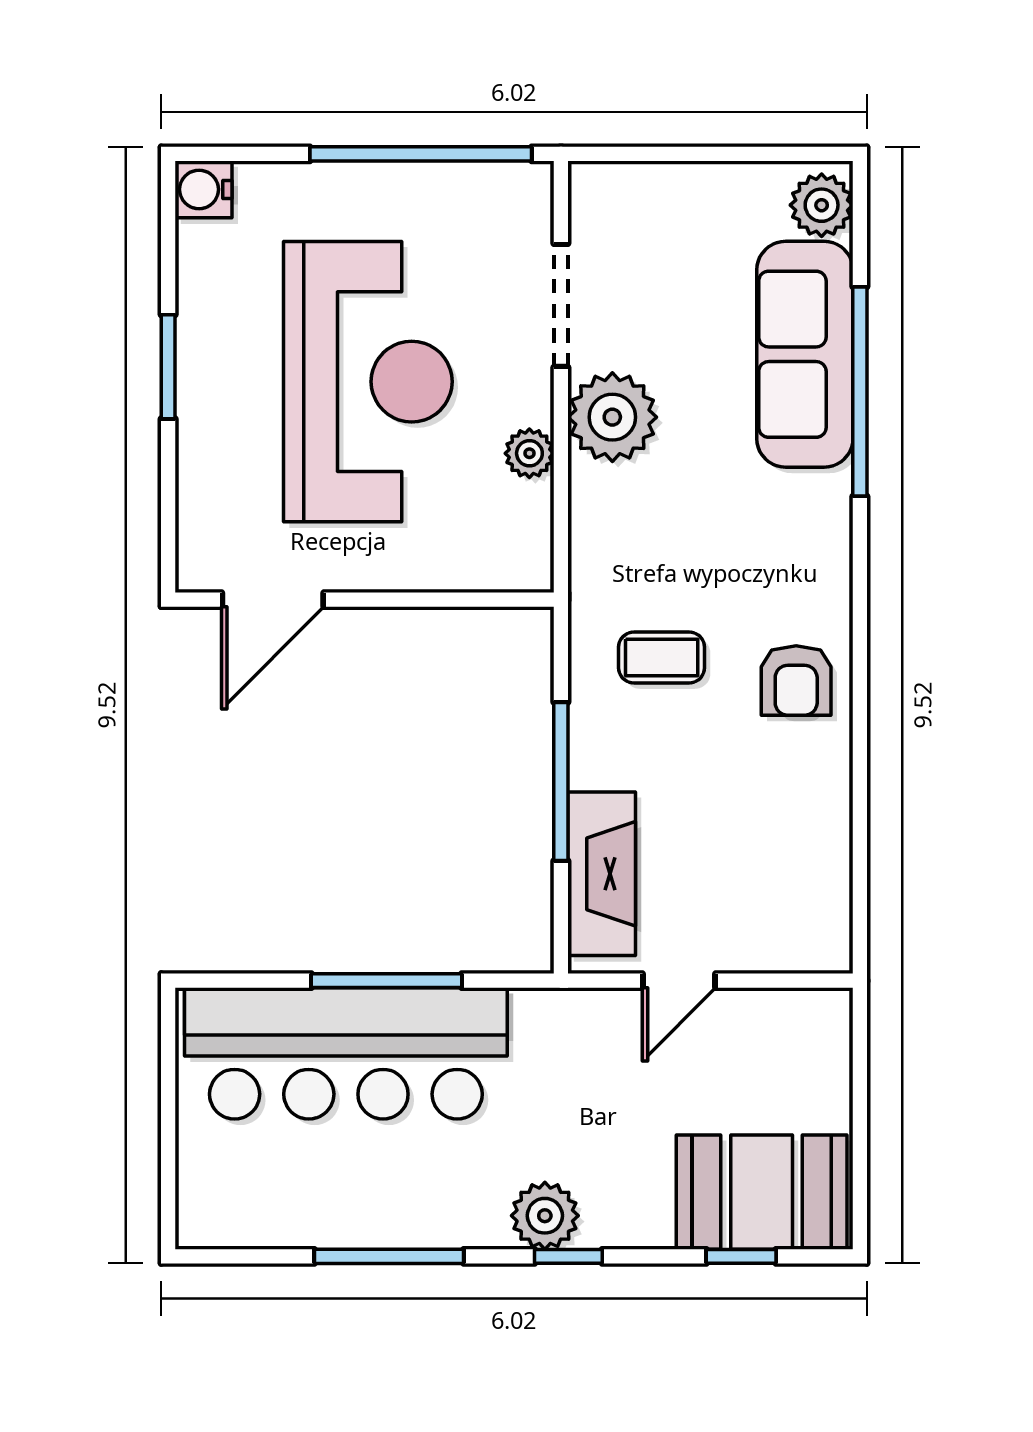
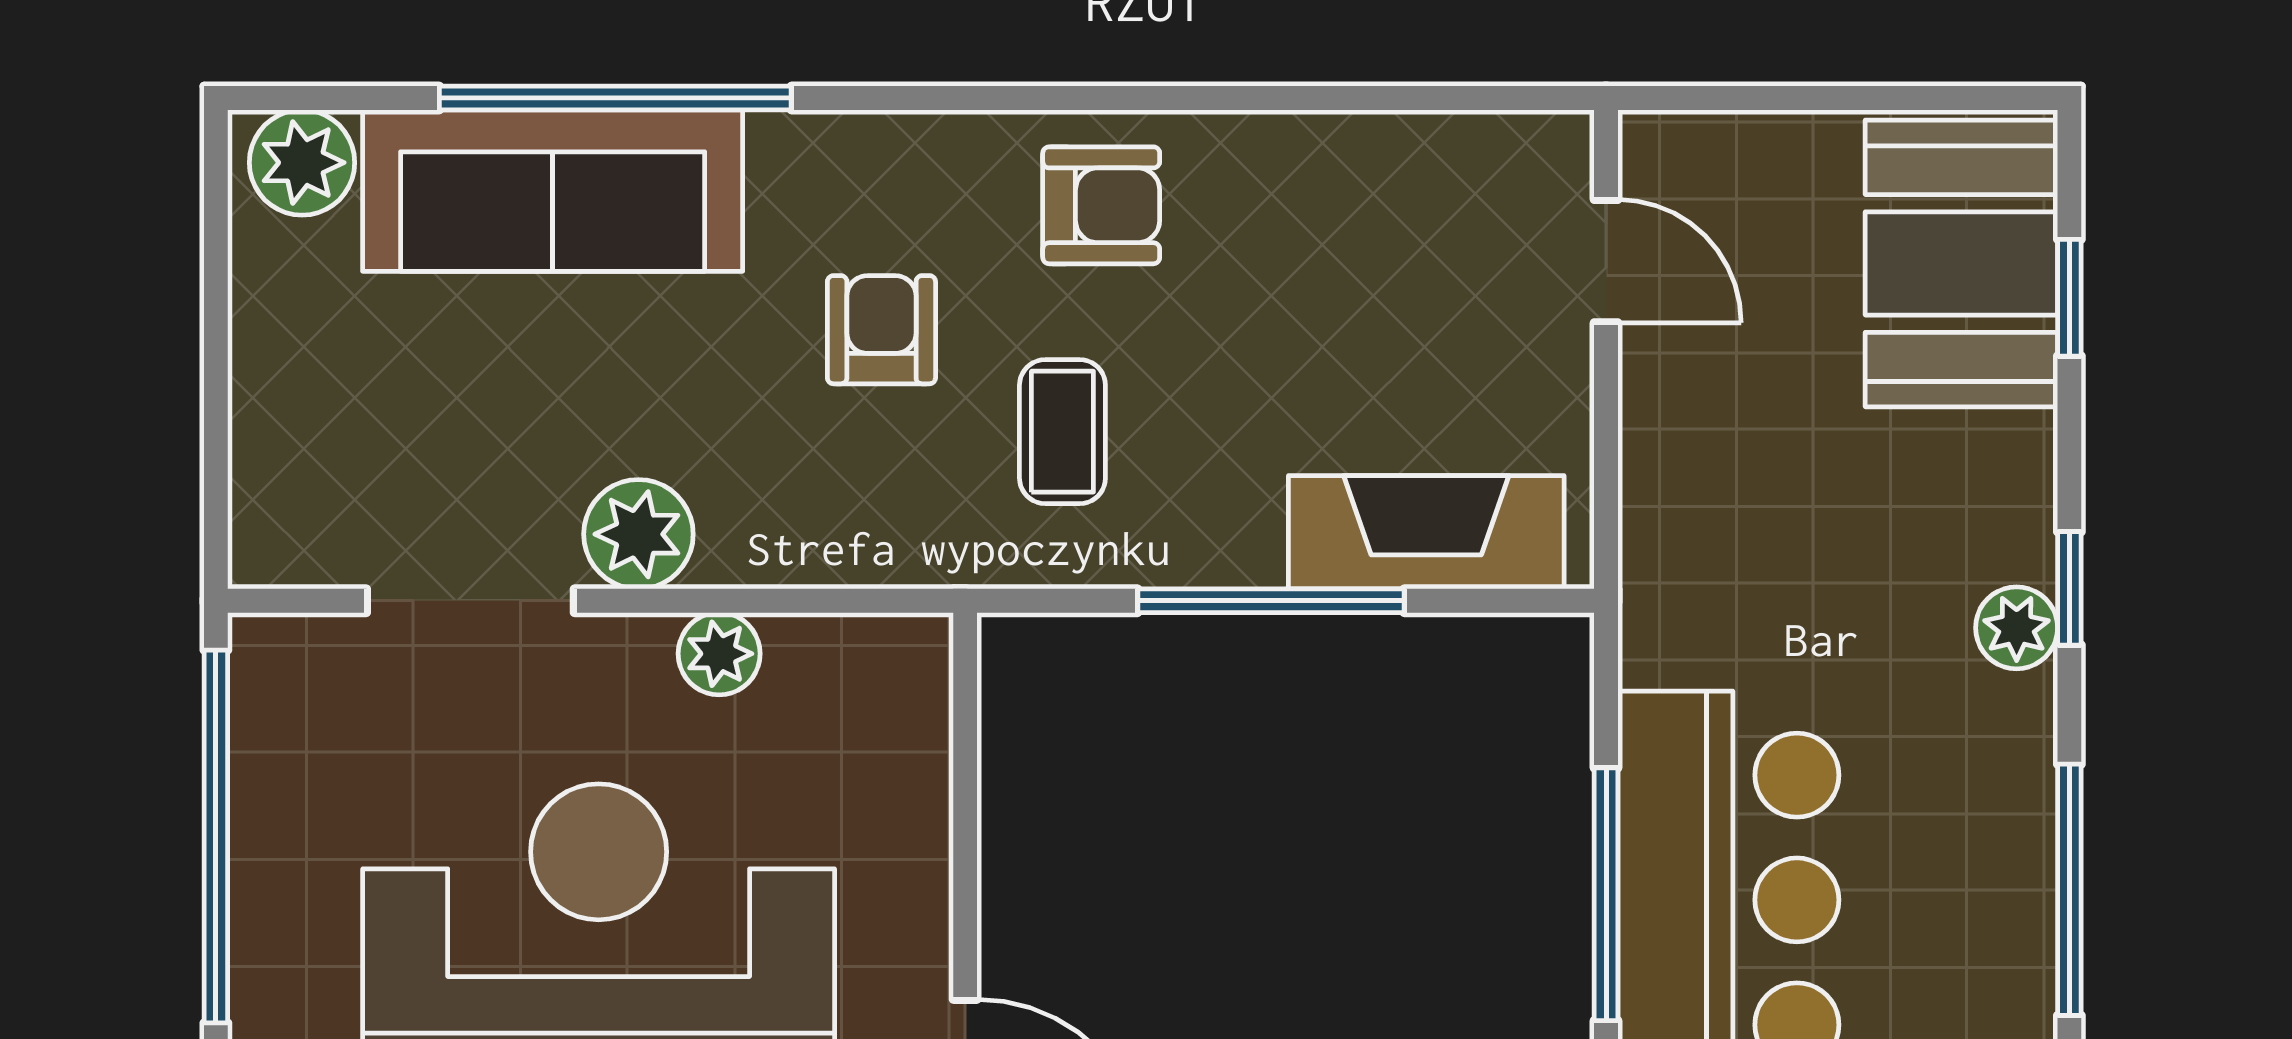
plant: (612, 417) -> (638, 534), width x0.73, depth x0.73
armchair: (722, 550) -> (881, 330), added
door: (679, 981) -> (1606, 261), moved
plant: (545, 1216) -> (2017, 628), width x0.73, depth x0.73

